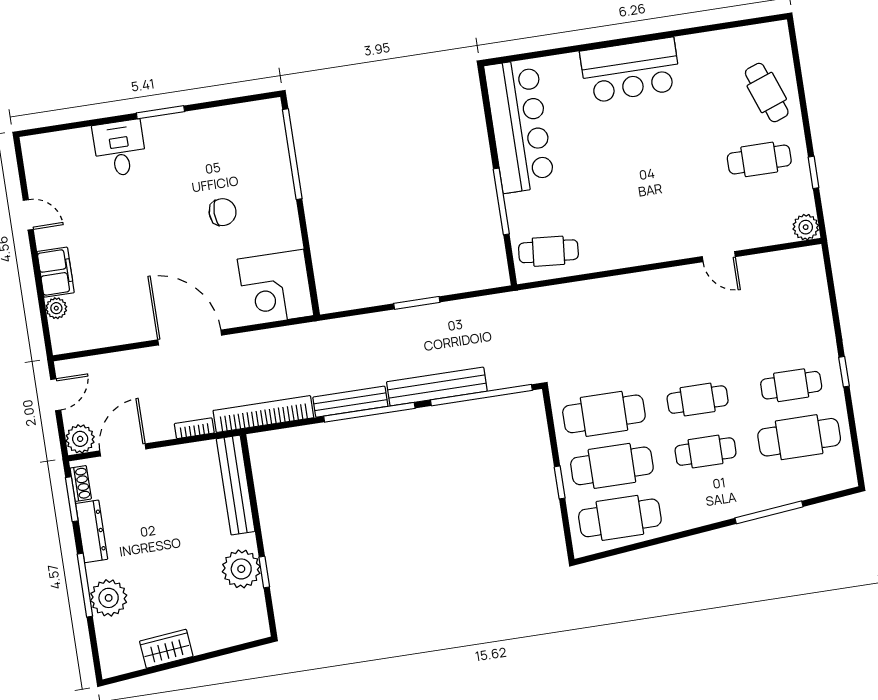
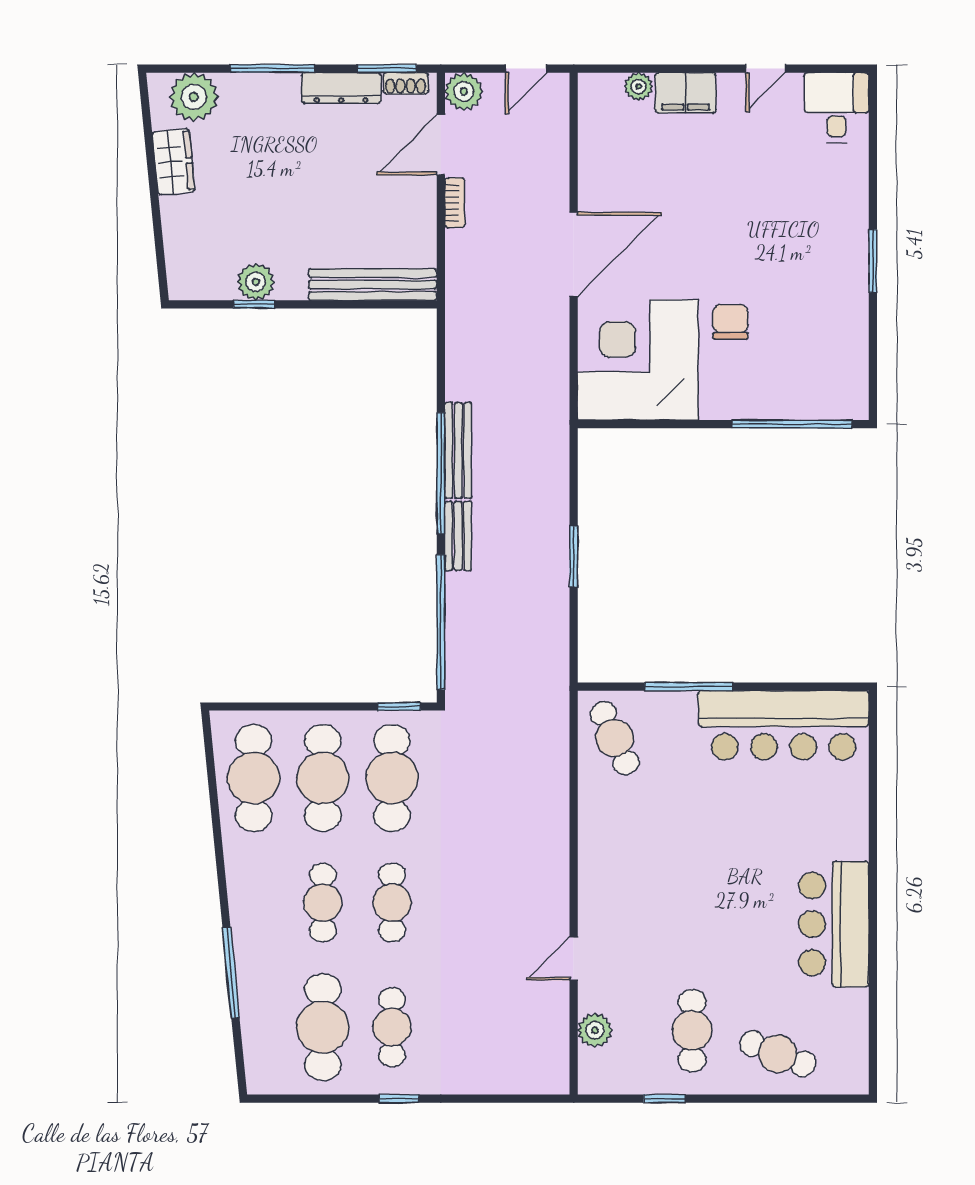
bar counter: (630, 70) -> (834, 924), moved
cafe table: (767, 93) -> (778, 1054), turned 42
desk: (120, 148) -> (836, 107), moved, turned -90
chair: (223, 212) -> (730, 322), turned 180
plant: (806, 227) -> (595, 1030), moved
cafe table: (548, 251) -> (615, 738), turned -30
corner desk: (276, 287) -> (638, 360), width x1.36, depth x1.36
bench: (437, 386) -> (458, 536), width x0.54, depth x0.82
door: (56, 395) -> (526, 69), hinge flipped
bookcase: (263, 414) -> (460, 335), removed
bookcase: (194, 428) -> (455, 203), moved
door: (123, 450) -> (441, 145), swing flipped
window: (560, 482) -> (399, 707), moved
plant: (241, 569) -> (256, 282), width x0.73, depth x0.73
plant: (109, 598) -> (194, 97), moved

